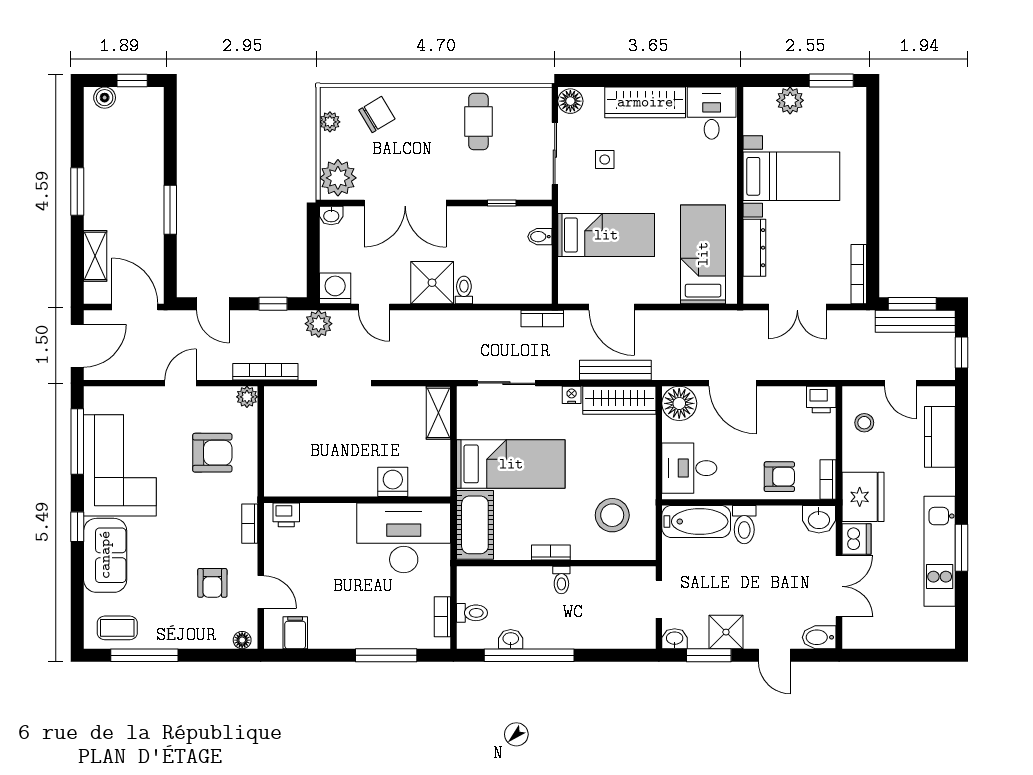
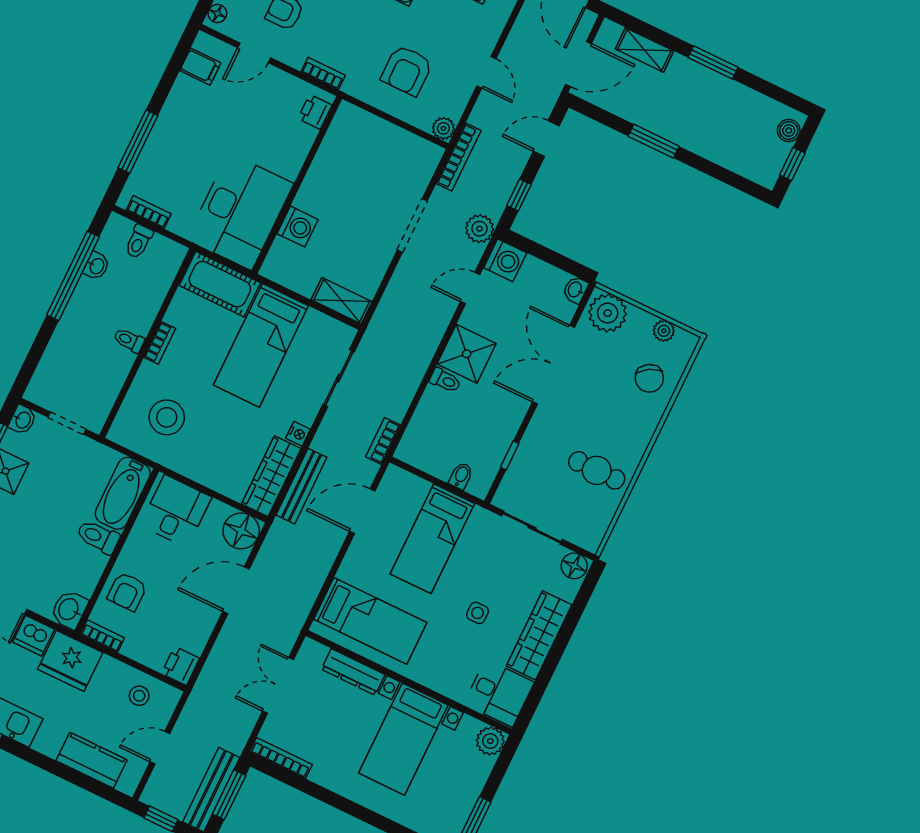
plant: (790, 100) -> (490, 741), moved
side table: (605, 160) -> (478, 613), moved

